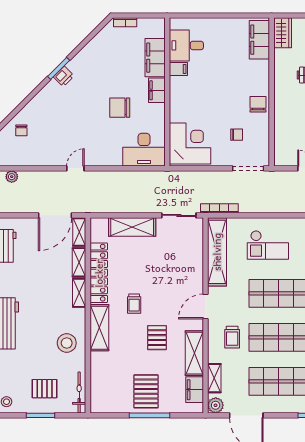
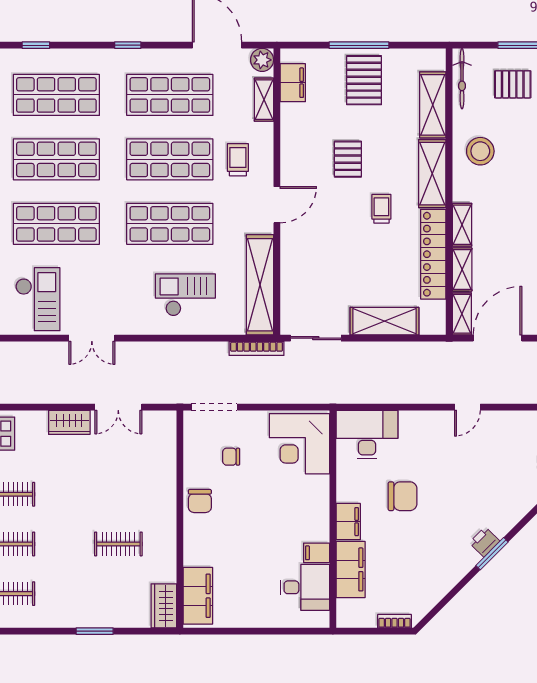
shelving: (194, 353) -> (433, 105), moved

